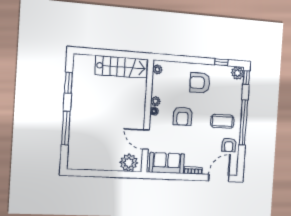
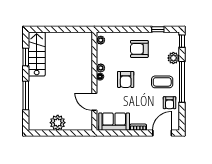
stairs: (121, 67) -> (37, 54), moved, turned -90
plant: (238, 73) -> (173, 58), moved
plant: (129, 163) -> (58, 123), moved

